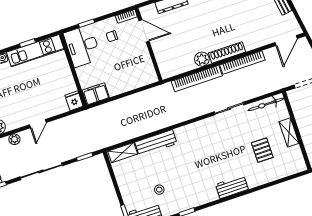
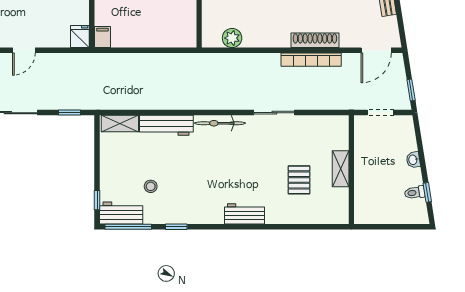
shoe rack: (227, 52) -> (315, 40), moved
plant: (202, 59) -> (232, 38), moved
bookcase: (197, 78) -> (246, 61), removed
filing cabinet: (96, 94) -> (102, 37), width x0.50
bicycle: (266, 104) -> (220, 123), moved

